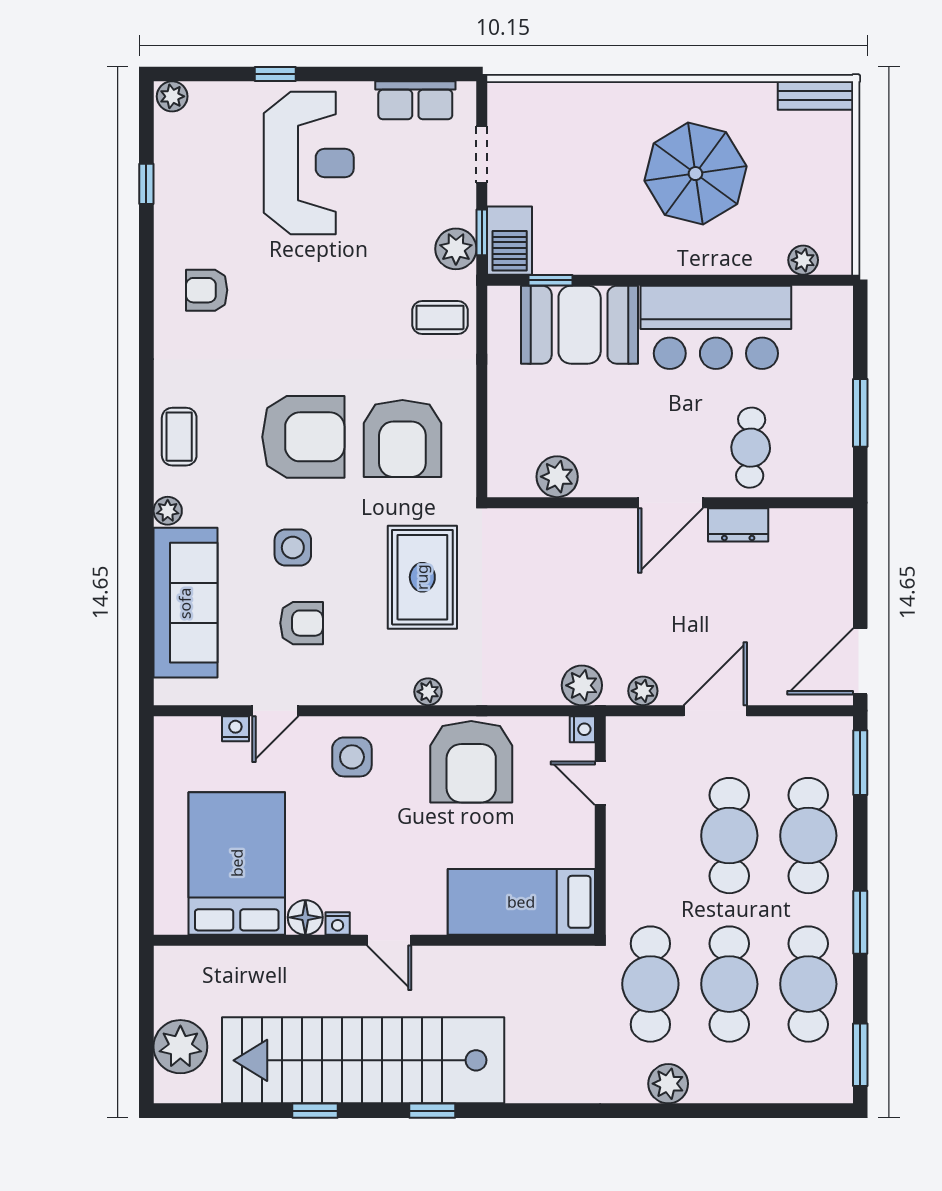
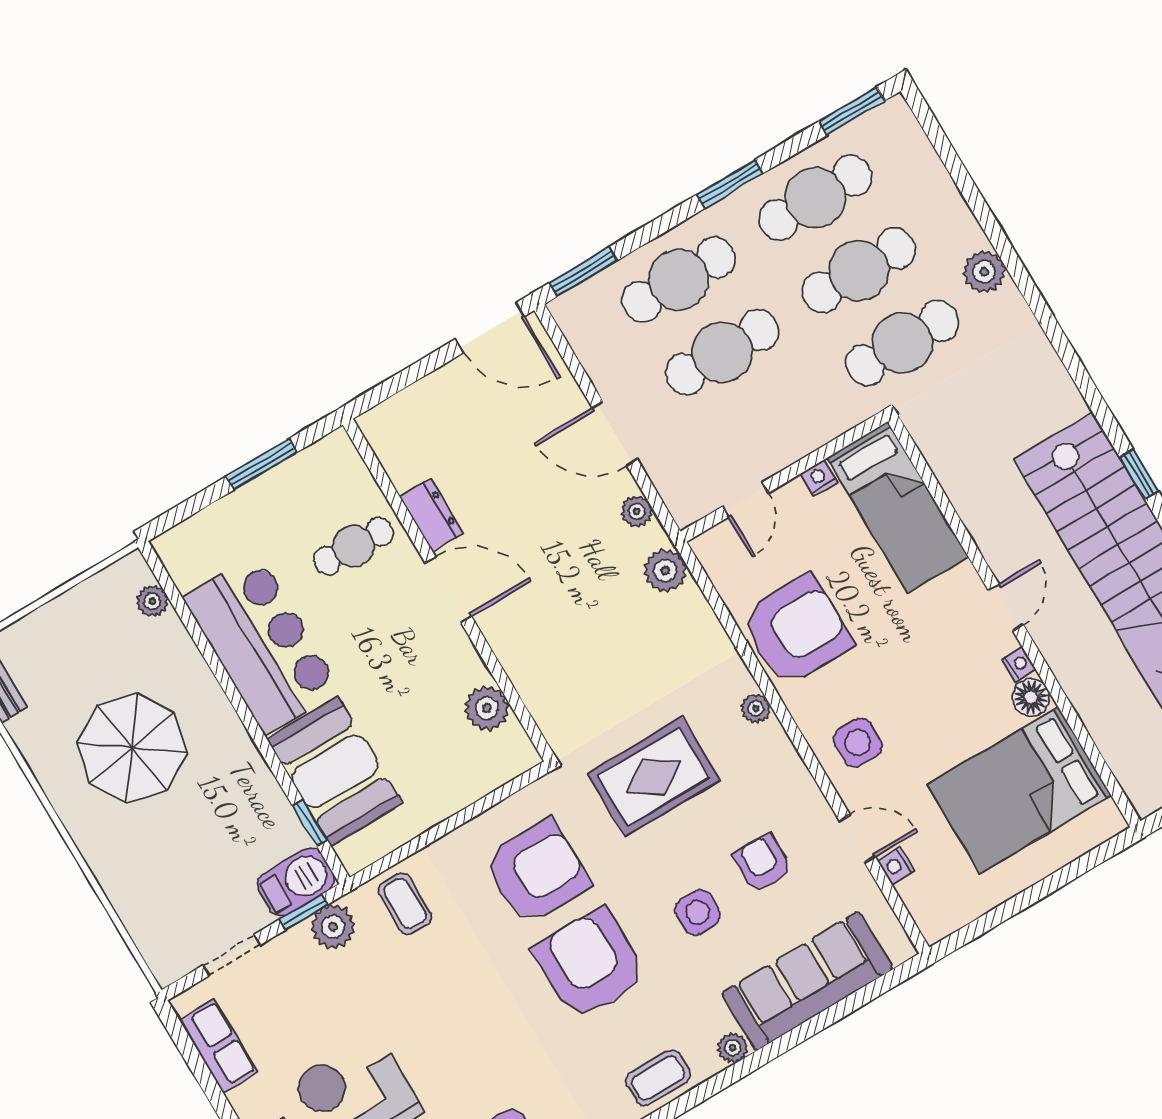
nightstand: (582, 729) -> (819, 478), moved

